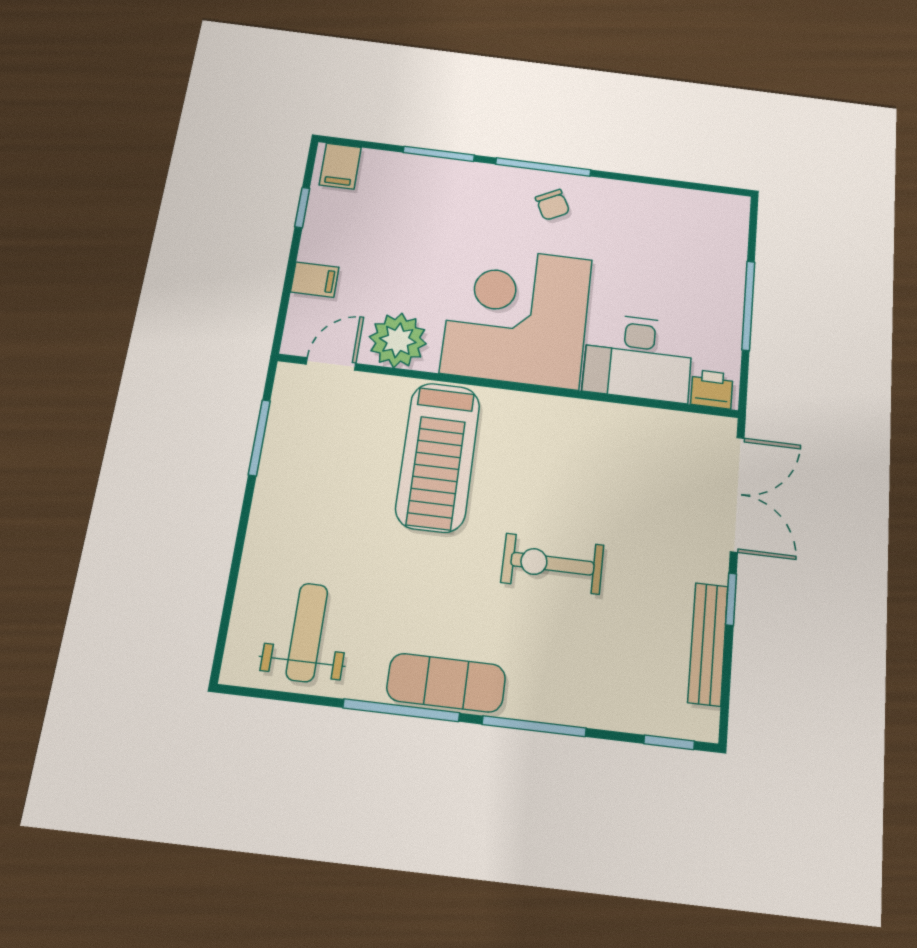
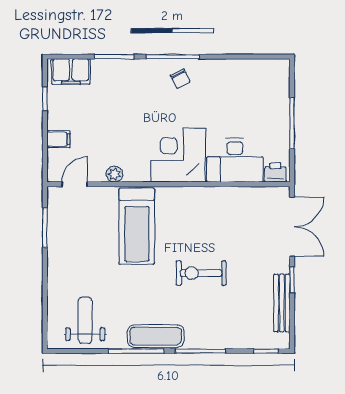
filing cabinet: (340, 166) -> (71, 71), width x2.00
corner desk: (517, 316) -> (178, 155), width x0.74, depth x0.74
plant: (398, 340) -> (114, 174), width x0.53, depth x0.53

